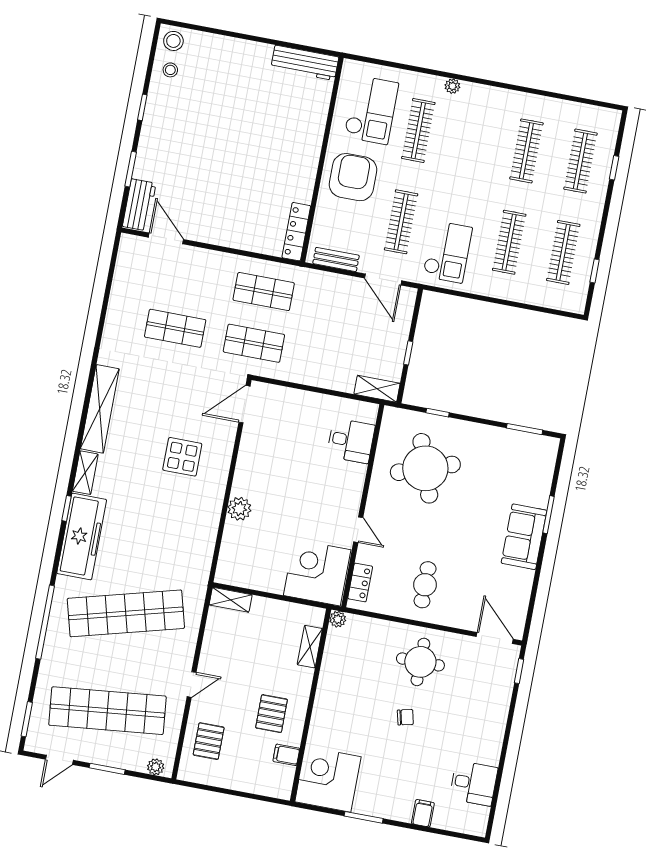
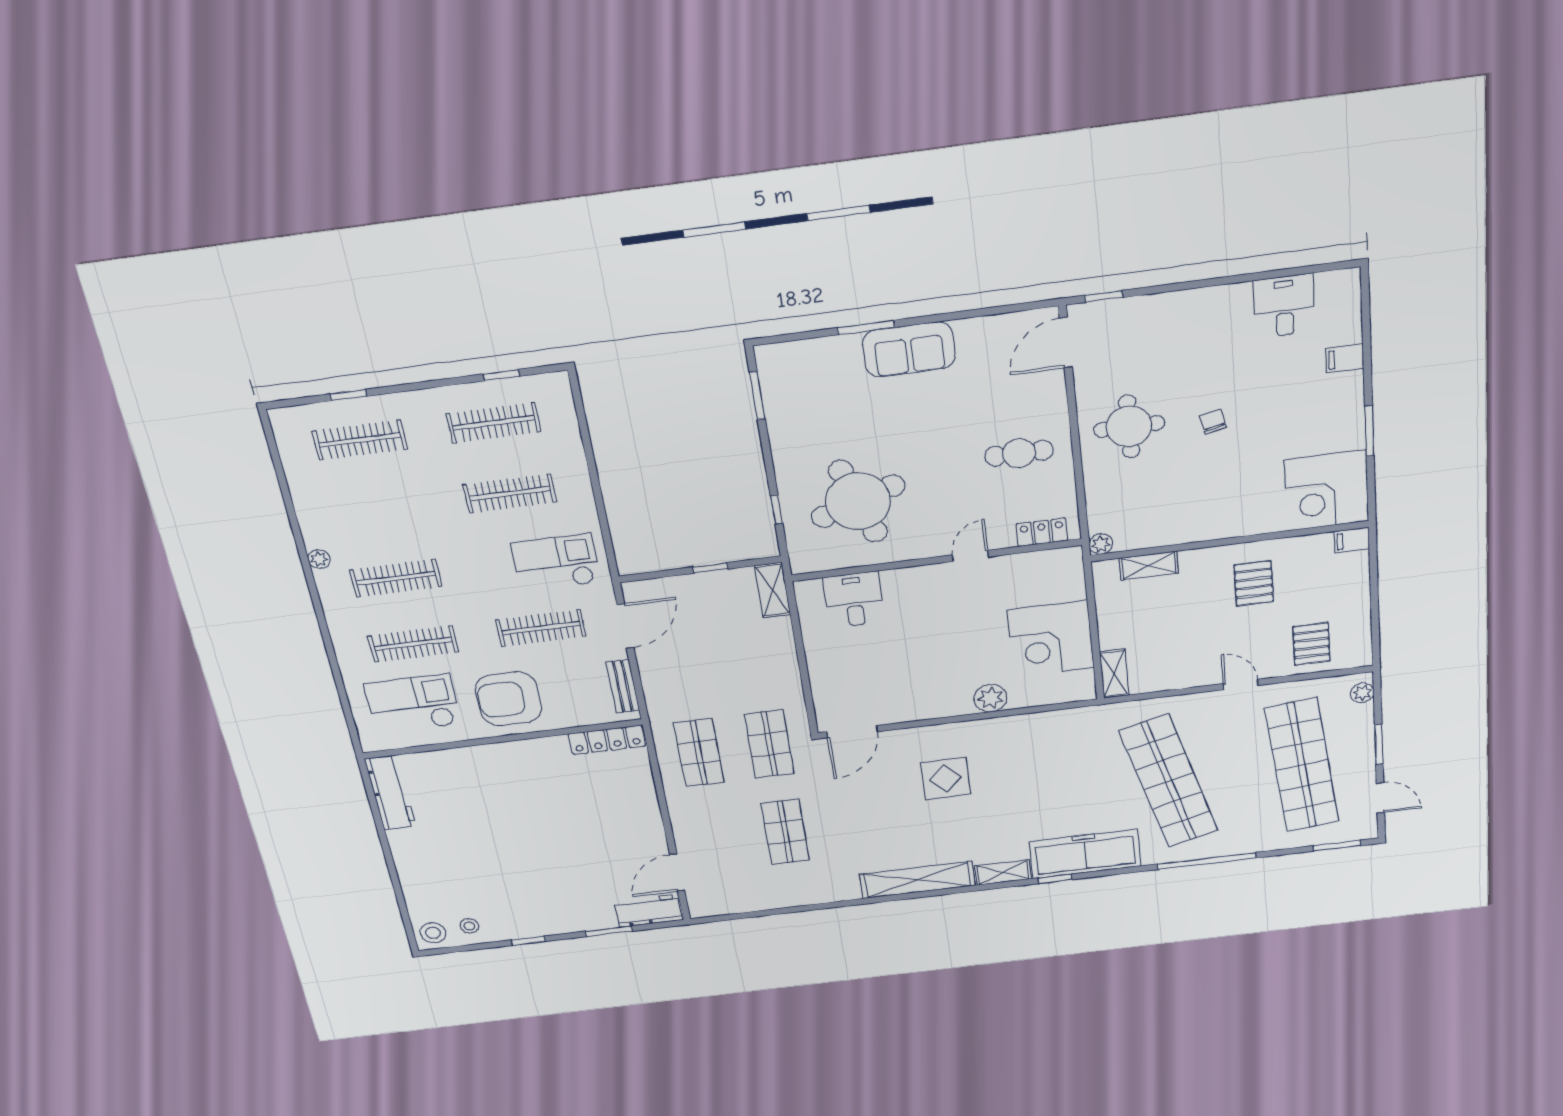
plant: (452, 86) -> (319, 559), moved
clothes rail: (526, 151) -> (396, 578), moved
door: (244, 404) -> (852, 732), hinge flipped
corner desk: (317, 573) -> (1051, 639), moved
pallet: (272, 714) -> (1254, 583), turned 90
pallet: (209, 741) -> (1311, 644), turned 90
filing cabinet: (286, 755) -> (1352, 540), moved, turned 90

